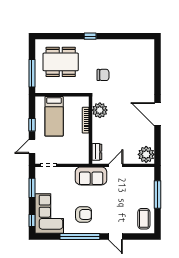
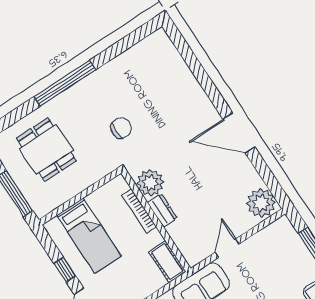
window: (90, 36) -> (65, 83), width x3.17
dining table: (61, 62) -> (46, 150), width x0.73
dresser: (97, 152) -> (162, 210), moved
cot: (83, 153) -> (167, 262), added

